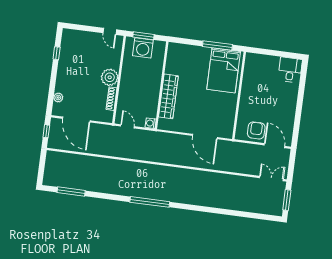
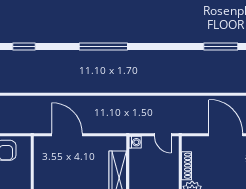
window: (150, 202) -> (103, 47), moved
window: (230, 213) -> (24, 47), added

